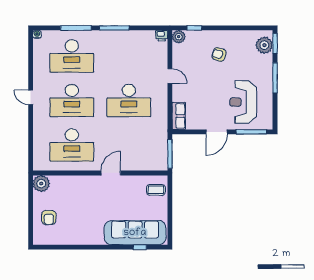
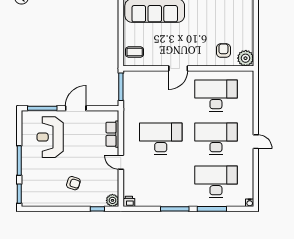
plant: (264, 45) -> (30, 192), removed
reception desk: (243, 102) -> (50, 137), turned 180
row of seats: (179, 116) -> (112, 134), moved
armchair: (49, 217) -> (223, 50), moved

